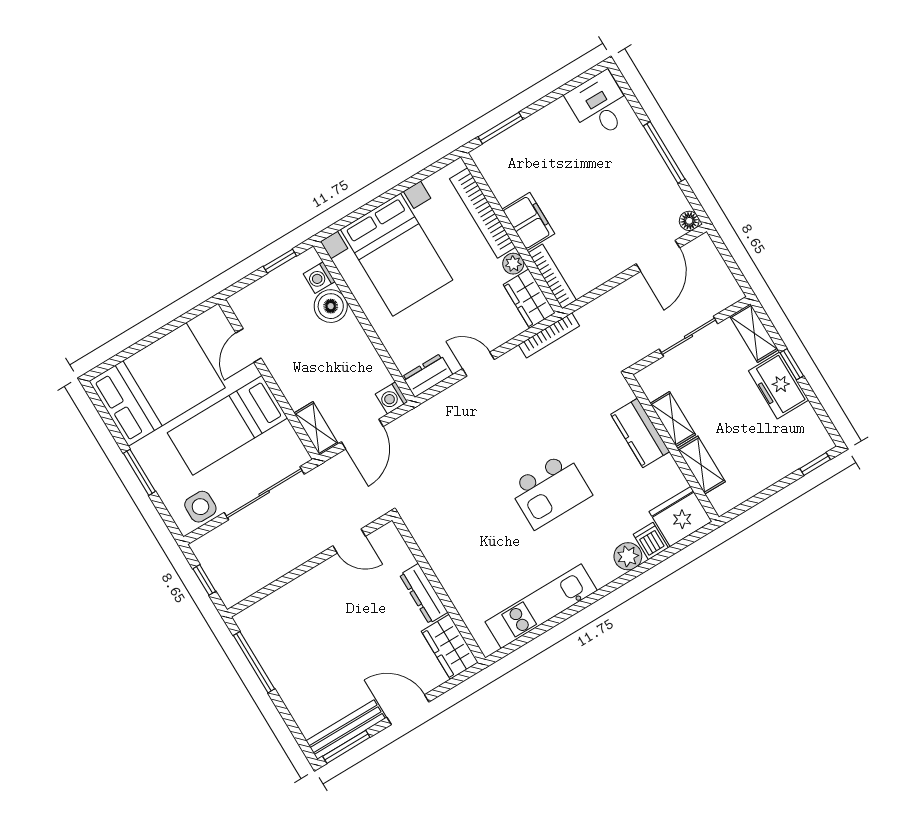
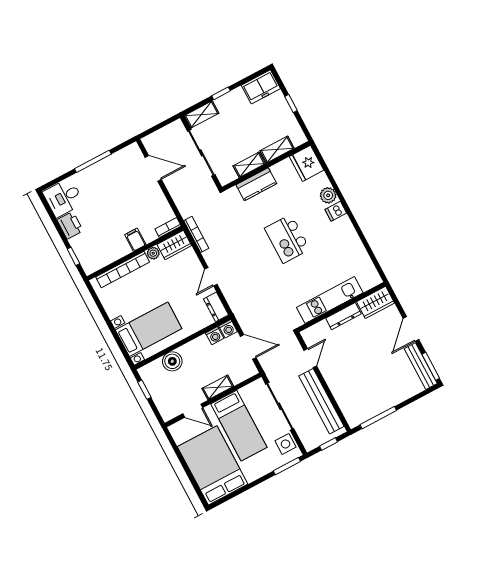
printer: (553, 119) -> (70, 225), added
window: (501, 128) -> (73, 256), width x0.67
filing cabinet: (528, 221) -> (135, 240), width x0.50
floor lamp: (689, 221) -> (134, 149), removed
bed with nightstands: (397, 255) -> (149, 329), width x0.73
bookcase: (552, 276) -> (168, 227), width x0.64
washing machine: (319, 278) -> (215, 336), moved
sliding door: (688, 336) -> (201, 153), width x1.37
freezer: (779, 385) -> (261, 87), moved
shelving: (316, 428) -> (218, 387), moved
window: (815, 464) -> (291, 103), moved
window: (139, 472) -> (287, 466), moved
kitchen island: (550, 491) -> (287, 239), turned 180
dishwasher: (651, 541) -> (336, 211), moved
bench: (277, 564) -> (321, 401), added
kitchen unit: (541, 606) -> (330, 300), moved, turned 90

